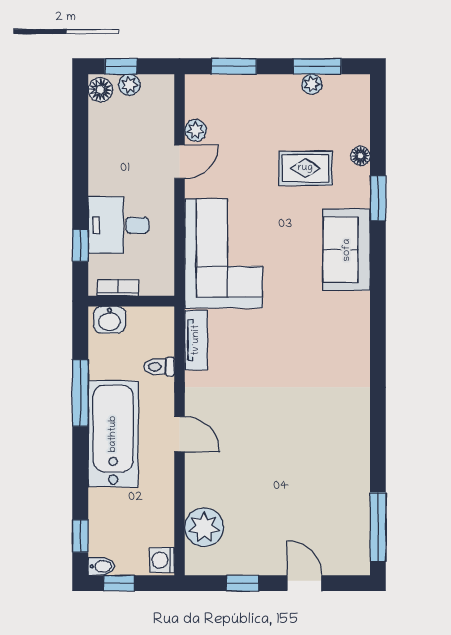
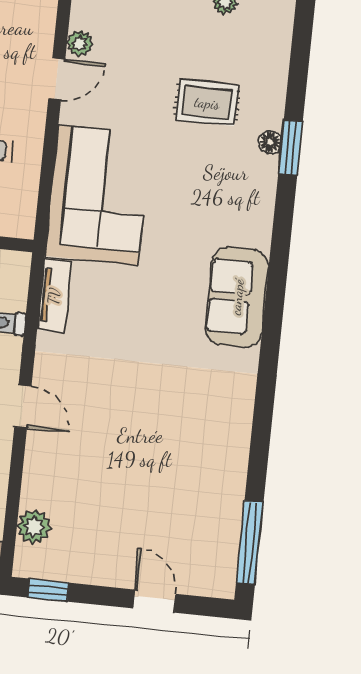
floor lamp: (360, 156) -> (270, 142), moved
sofa: (347, 250) -> (237, 297), moved
plant: (204, 527) -> (34, 527), width x0.73, depth x0.73
window: (242, 583) -> (49, 590), moved

